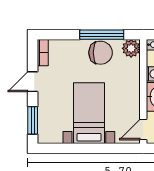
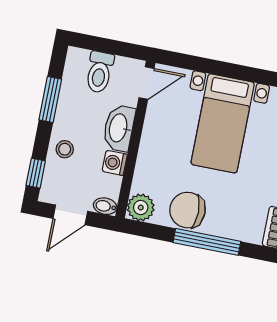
window: (102, 35) -> (207, 242), moved

